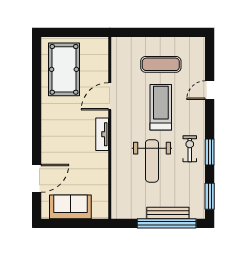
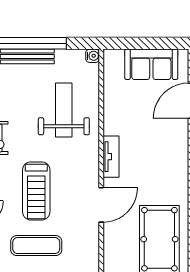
weight bench: (152, 161) -> (64, 110), moved
water cooler: (117, 214) -> (93, 56), added

